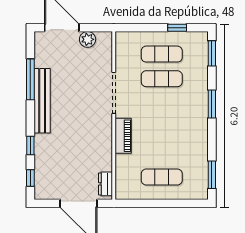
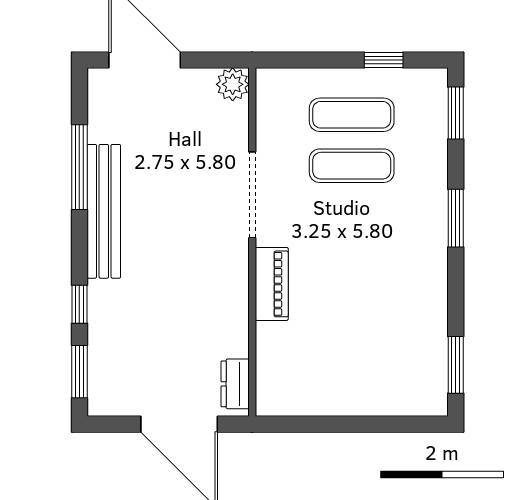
plant: (88, 39) -> (233, 84), moved
exercise mat: (162, 177) -> (352, 369), removed
window: (30, 178) -> (79, 372), width x1.50

